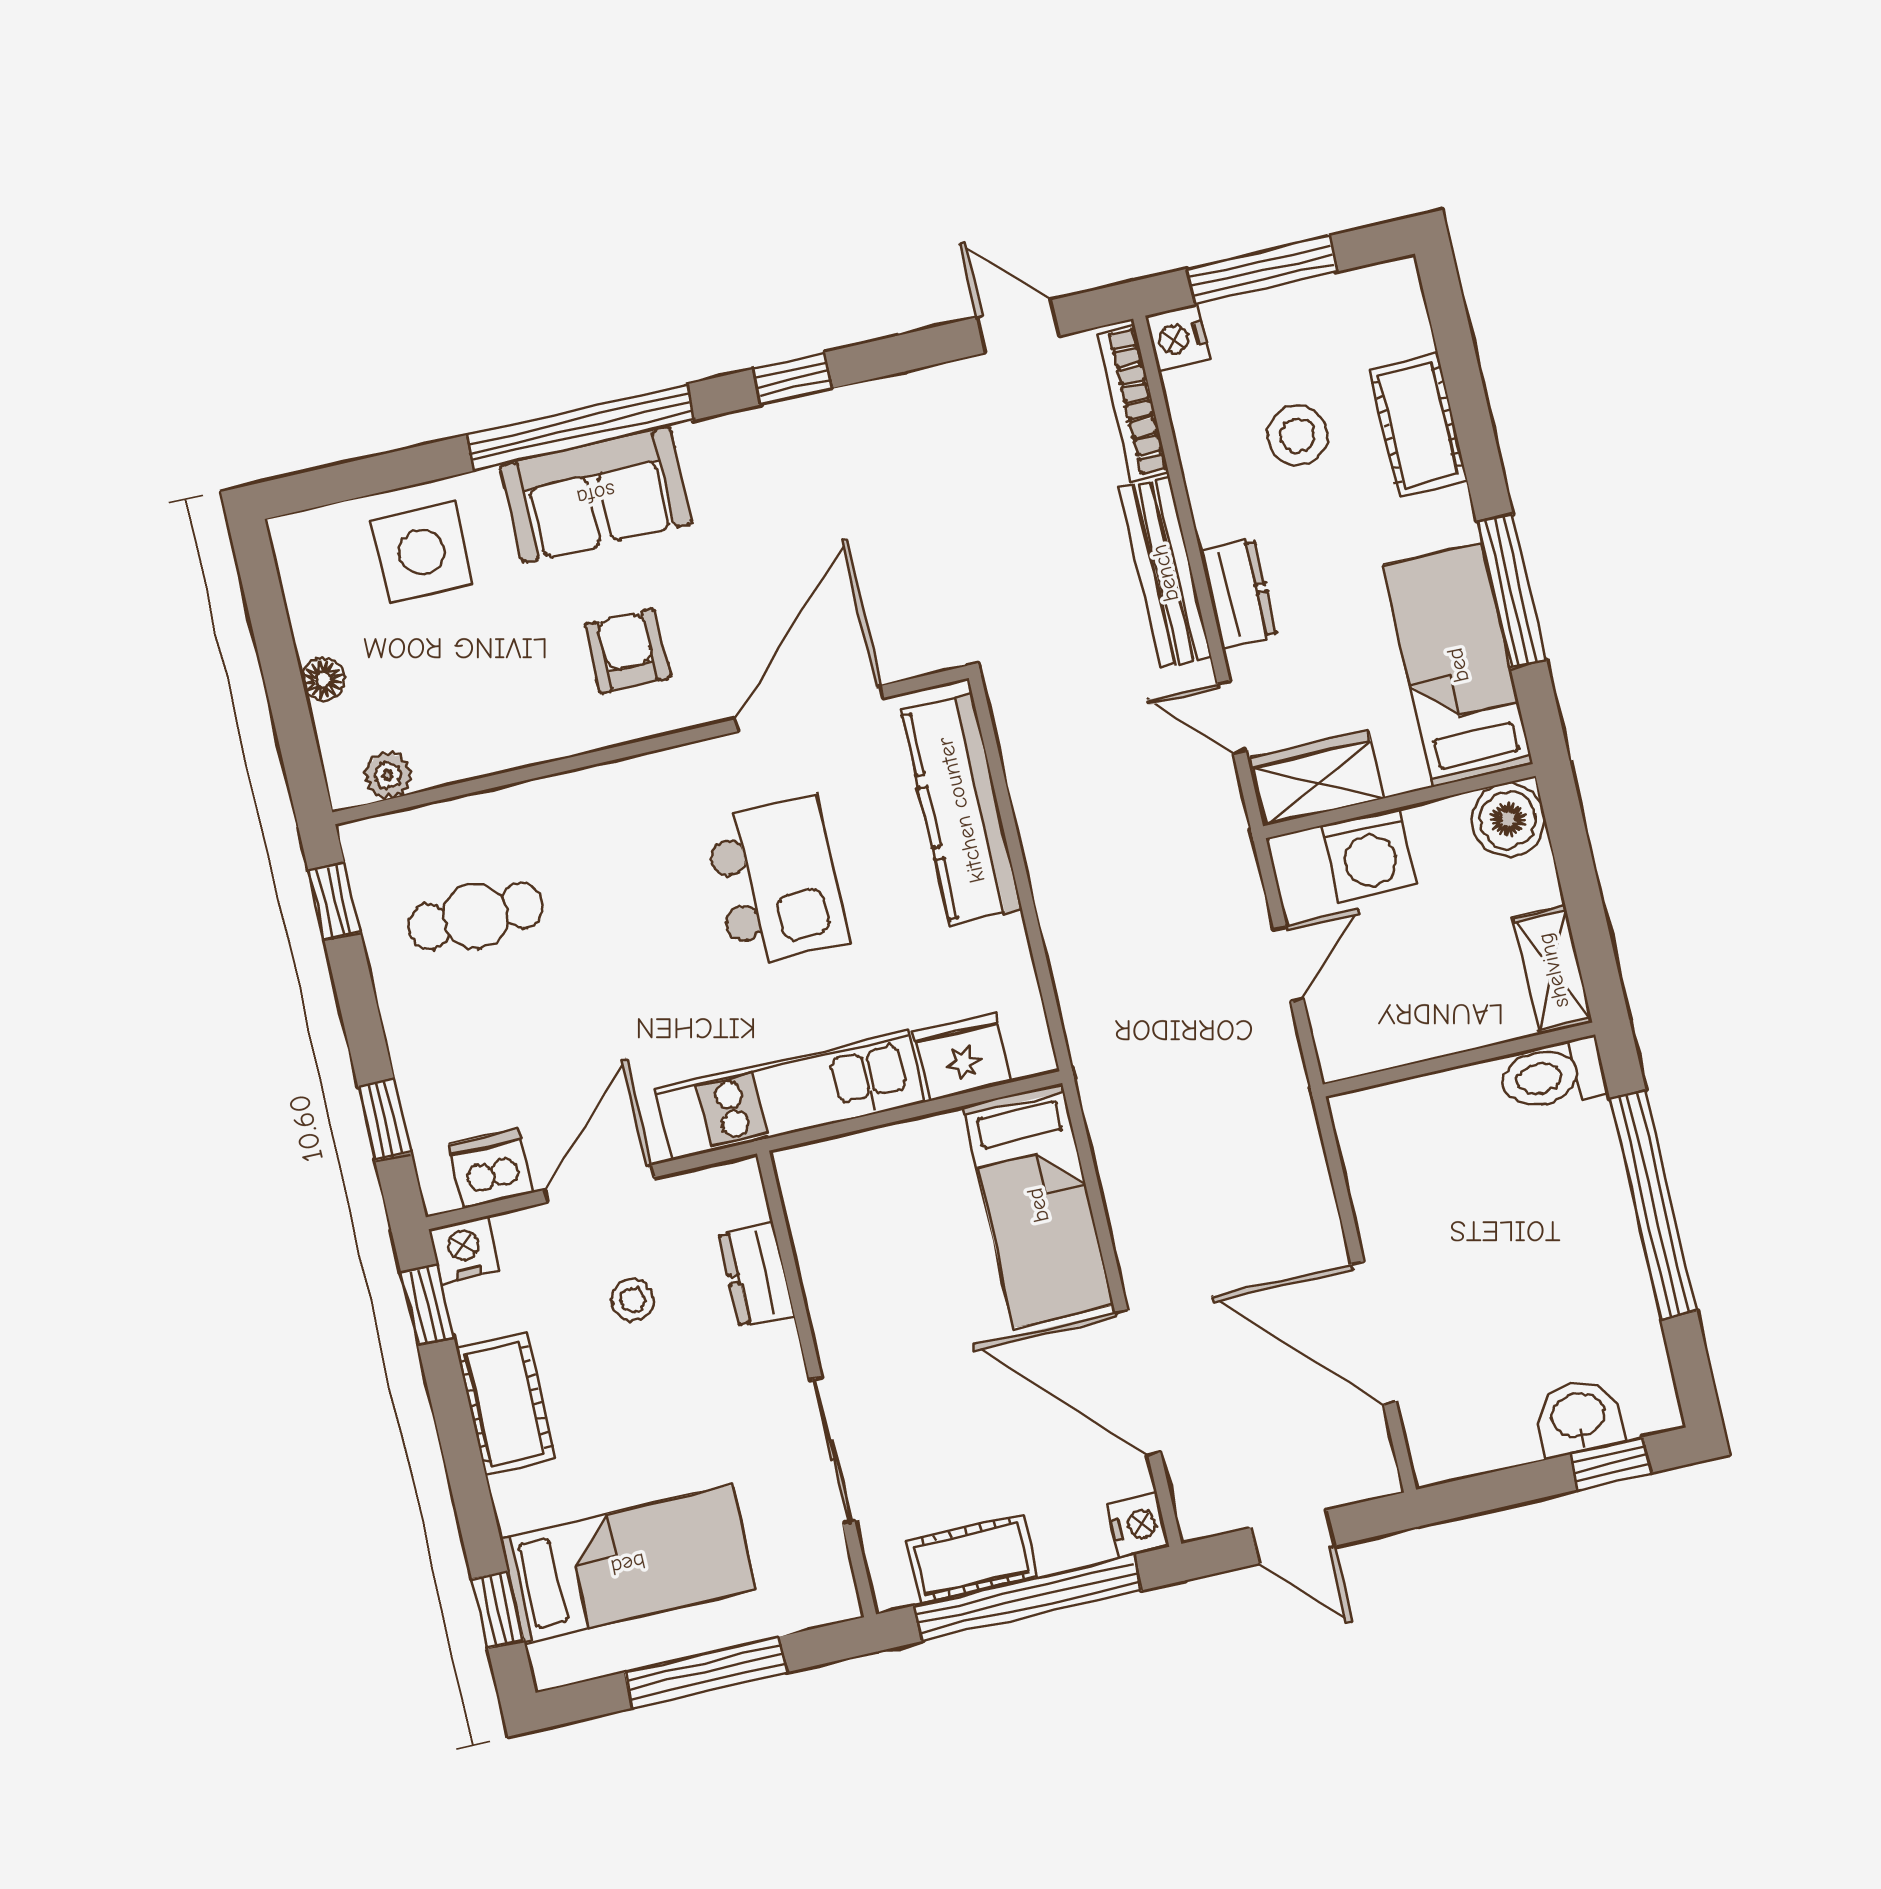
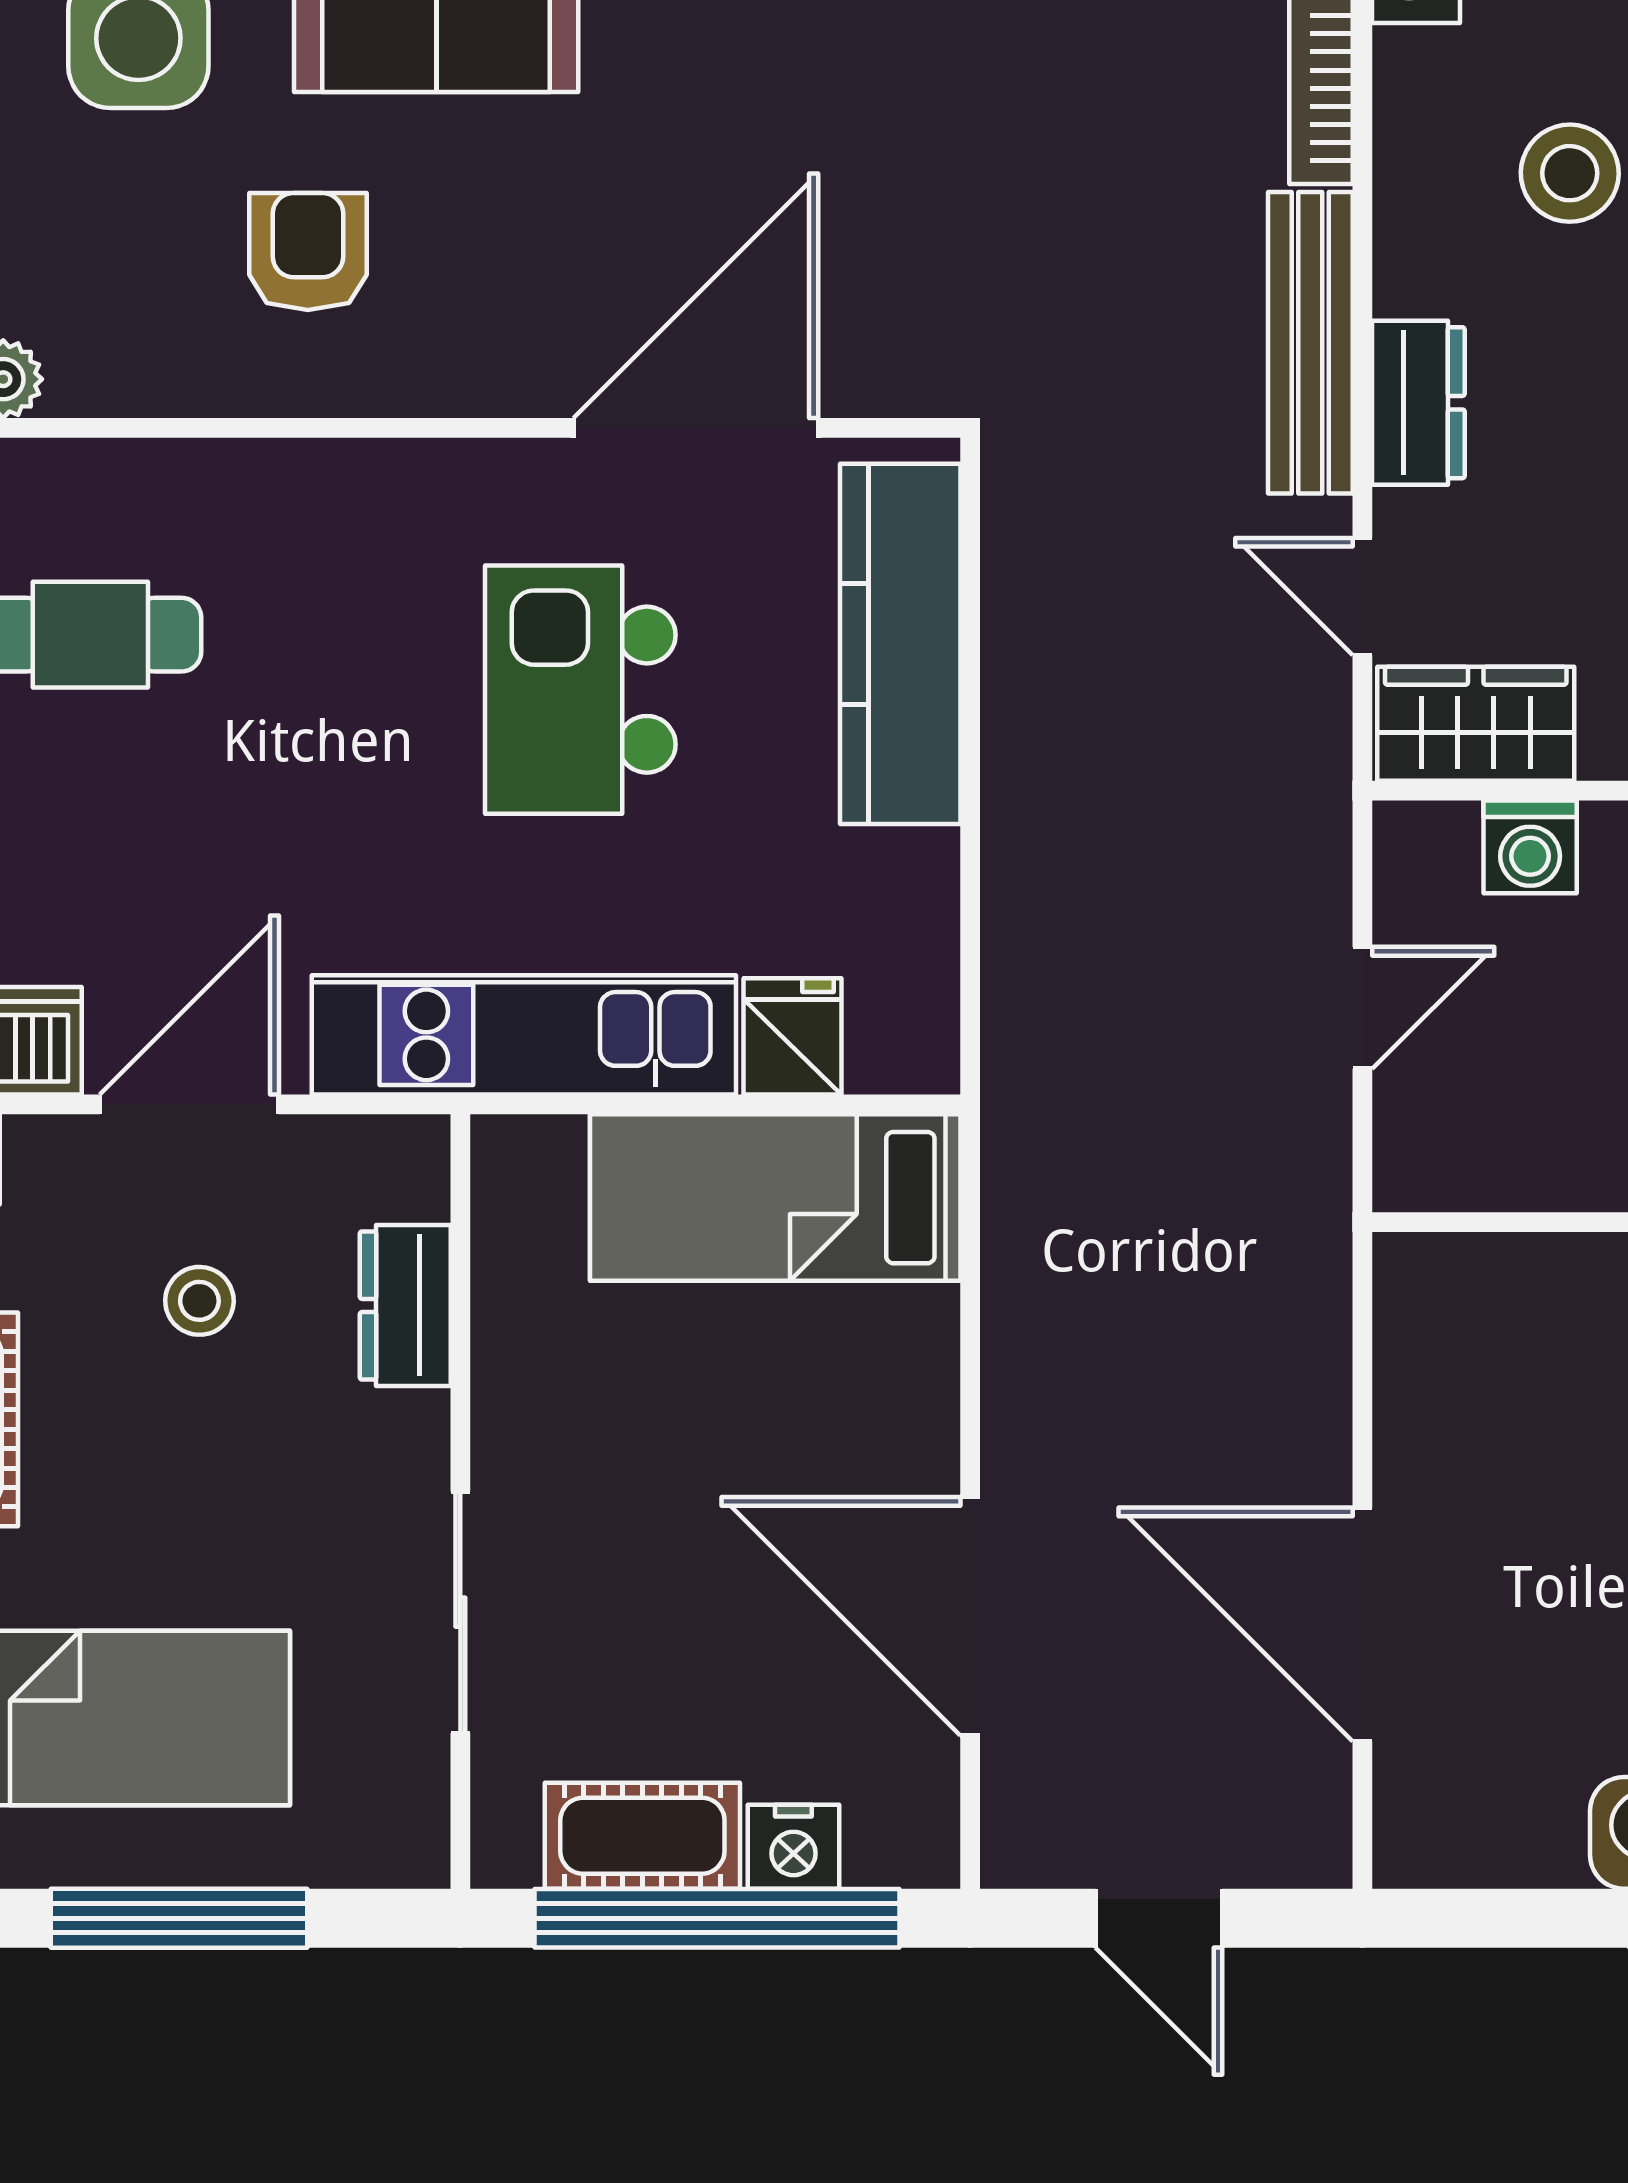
armchair: (627, 651) -> (308, 252), moved
washing machine: (1369, 855) -> (1530, 847), width x0.73, depth x0.73
kitchen island: (776, 881) -> (580, 690), turned 180
fridge: (962, 1057) -> (793, 1036), width x0.72
bed: (1038, 1205) -> (775, 1198), moved, turned 90
nightstand: (1138, 1525) -> (793, 1847), moved, turned 90

